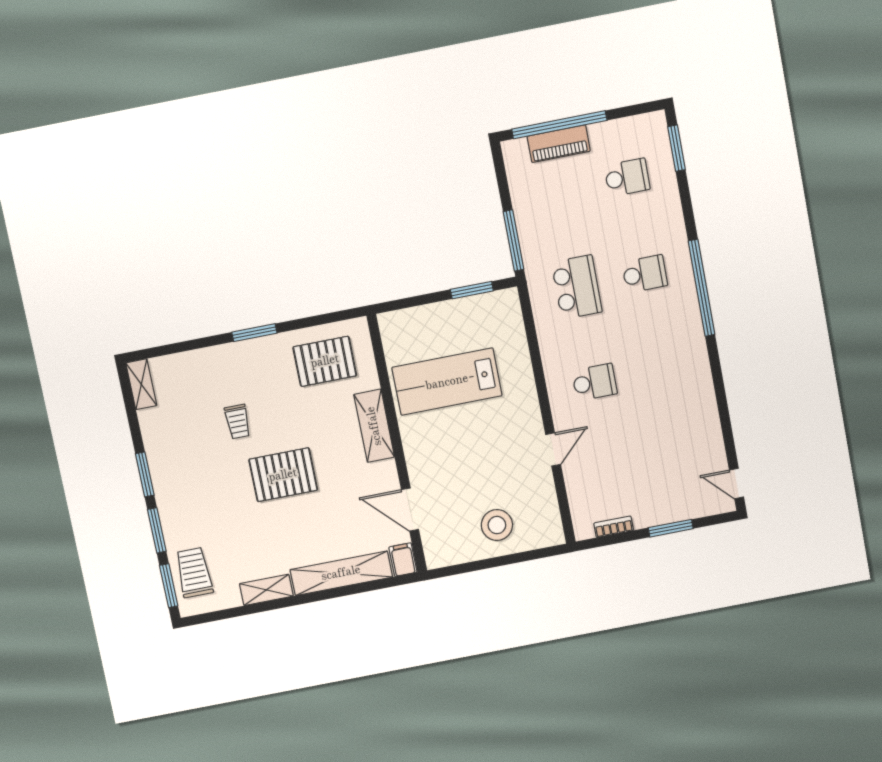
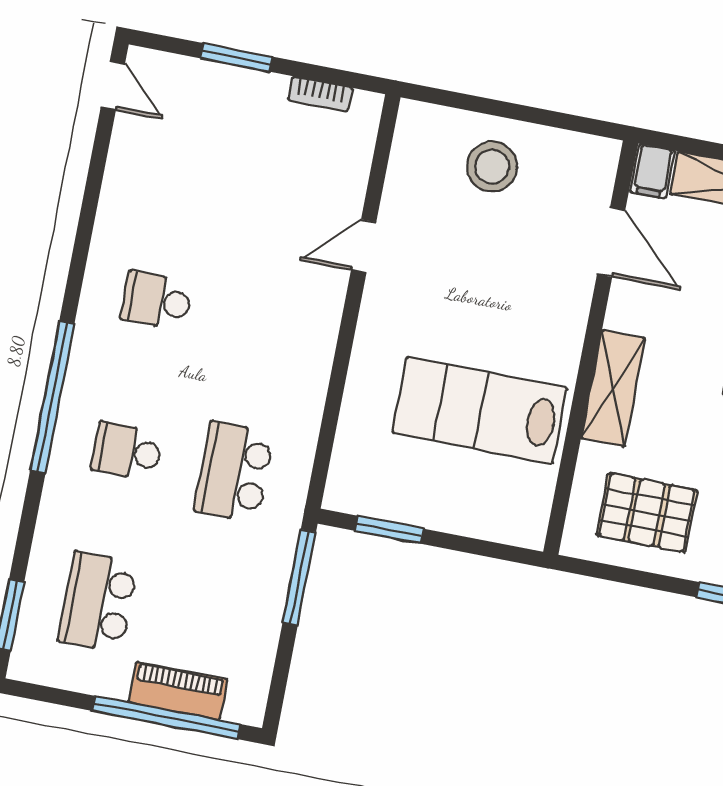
school desk: (627, 177) -> (98, 602), width x1.85
lab bench: (447, 382) -> (480, 410), turned 180
school desk: (594, 382) -> (157, 301), moved

